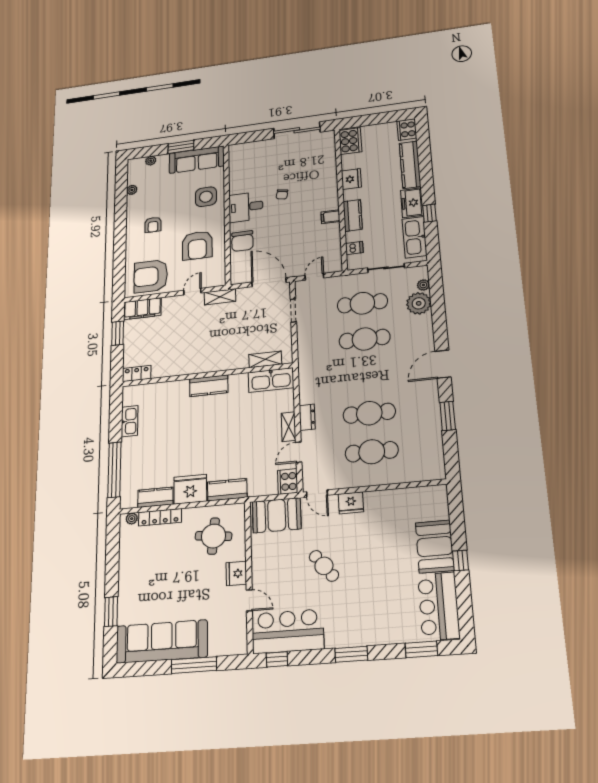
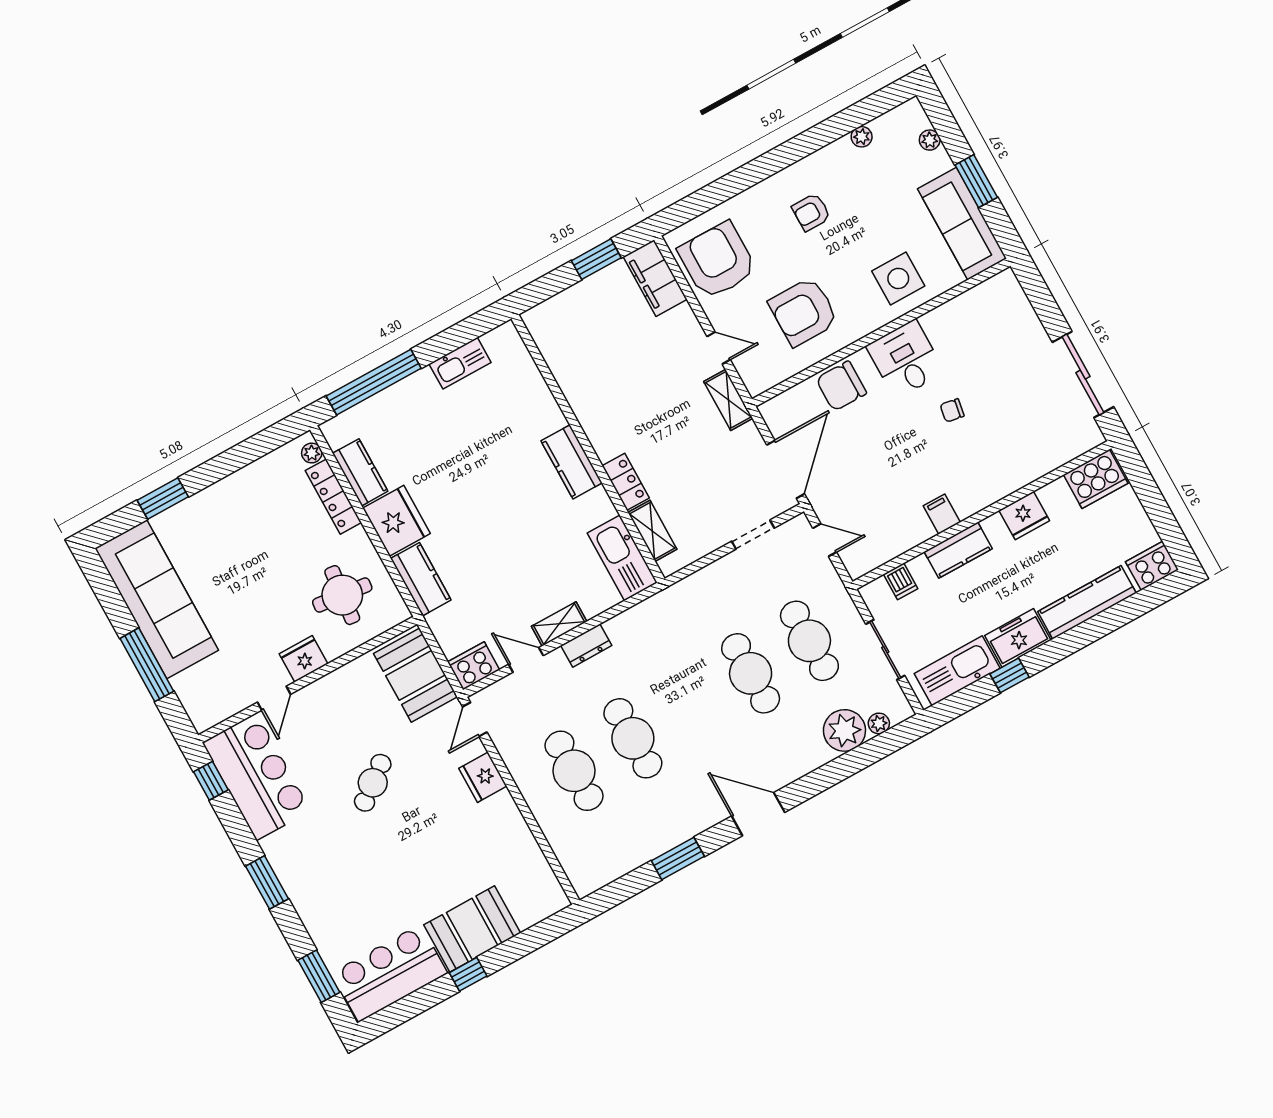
locker: (137, 374) -> (626, 482), moved

